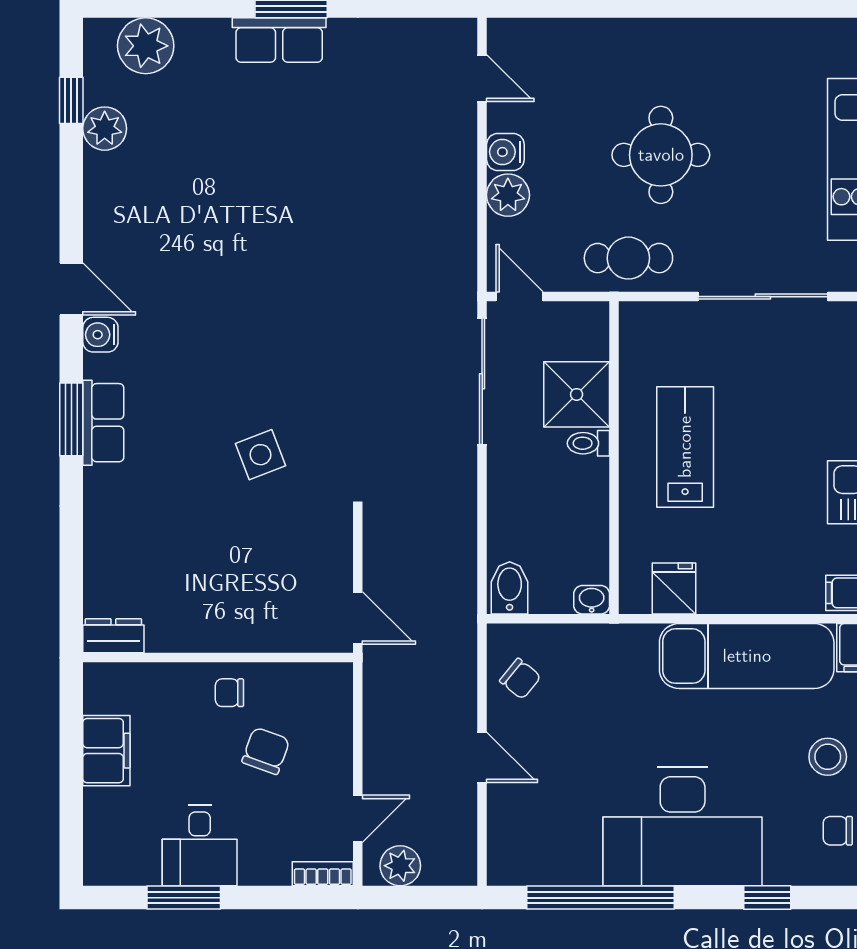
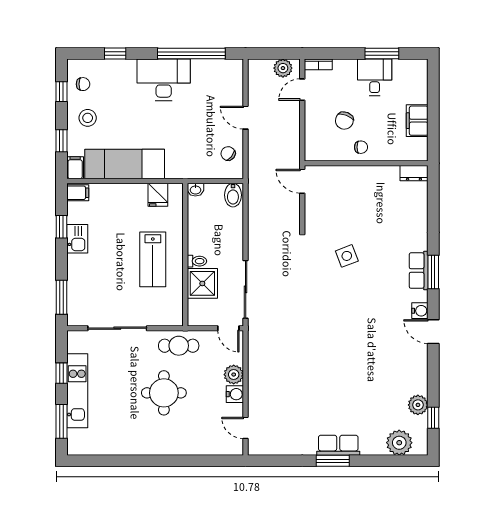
desk: (683, 826) -> (164, 80), width x0.73, depth x0.77

